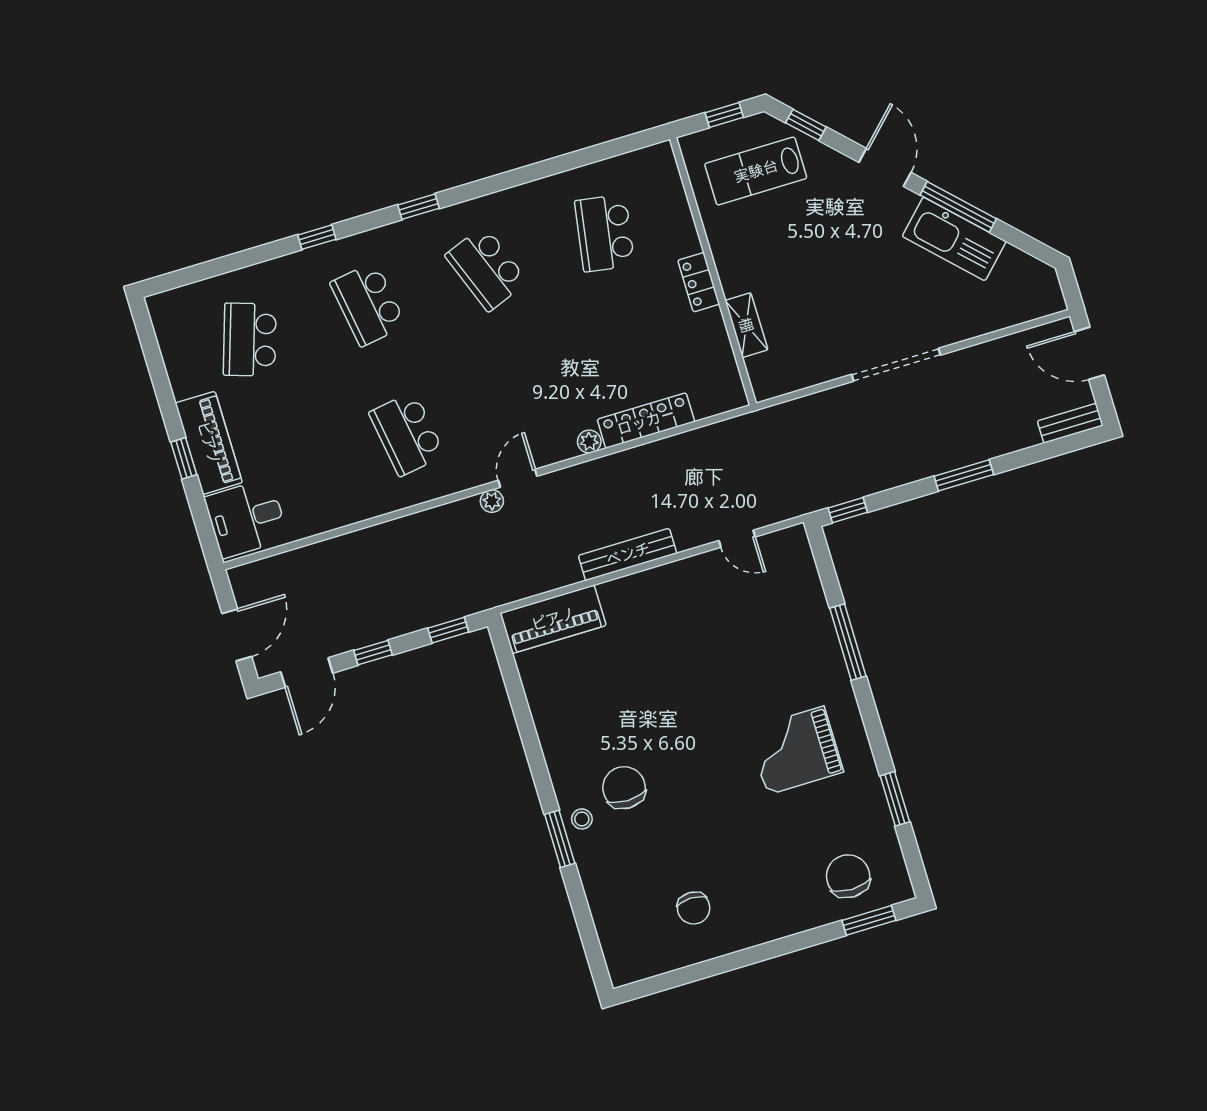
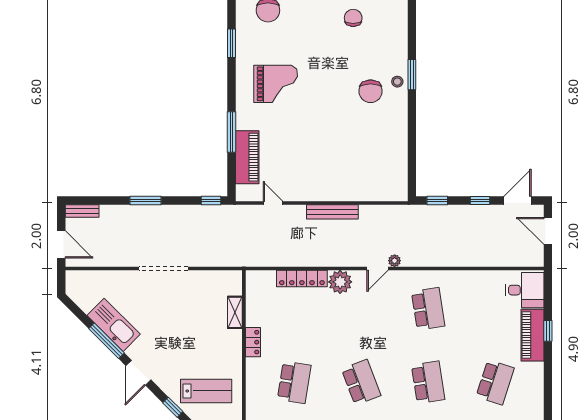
plant: (589, 442) -> (340, 282), width x1.87, depth x1.87
piano: (553, 619) -> (247, 157), moved, turned 90
door: (237, 635) -> (548, 231), hinge flipped

